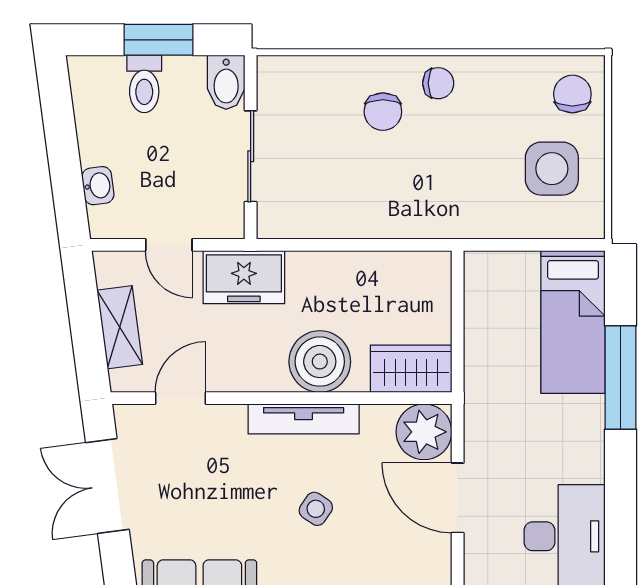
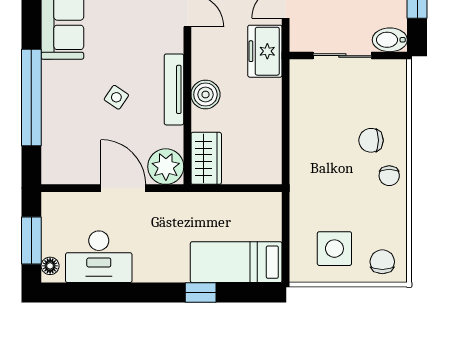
chair: (572, 94) -> (382, 262), turned -90
boiler: (320, 362) -> (205, 95), width x0.73, depth x0.73
window: (620, 377) -> (201, 293), width x0.46
door: (458, 498) -> (123, 188), hinge flipped

